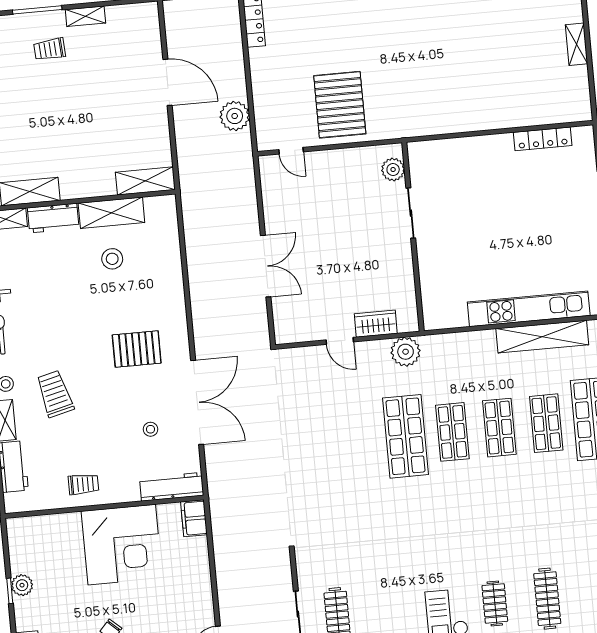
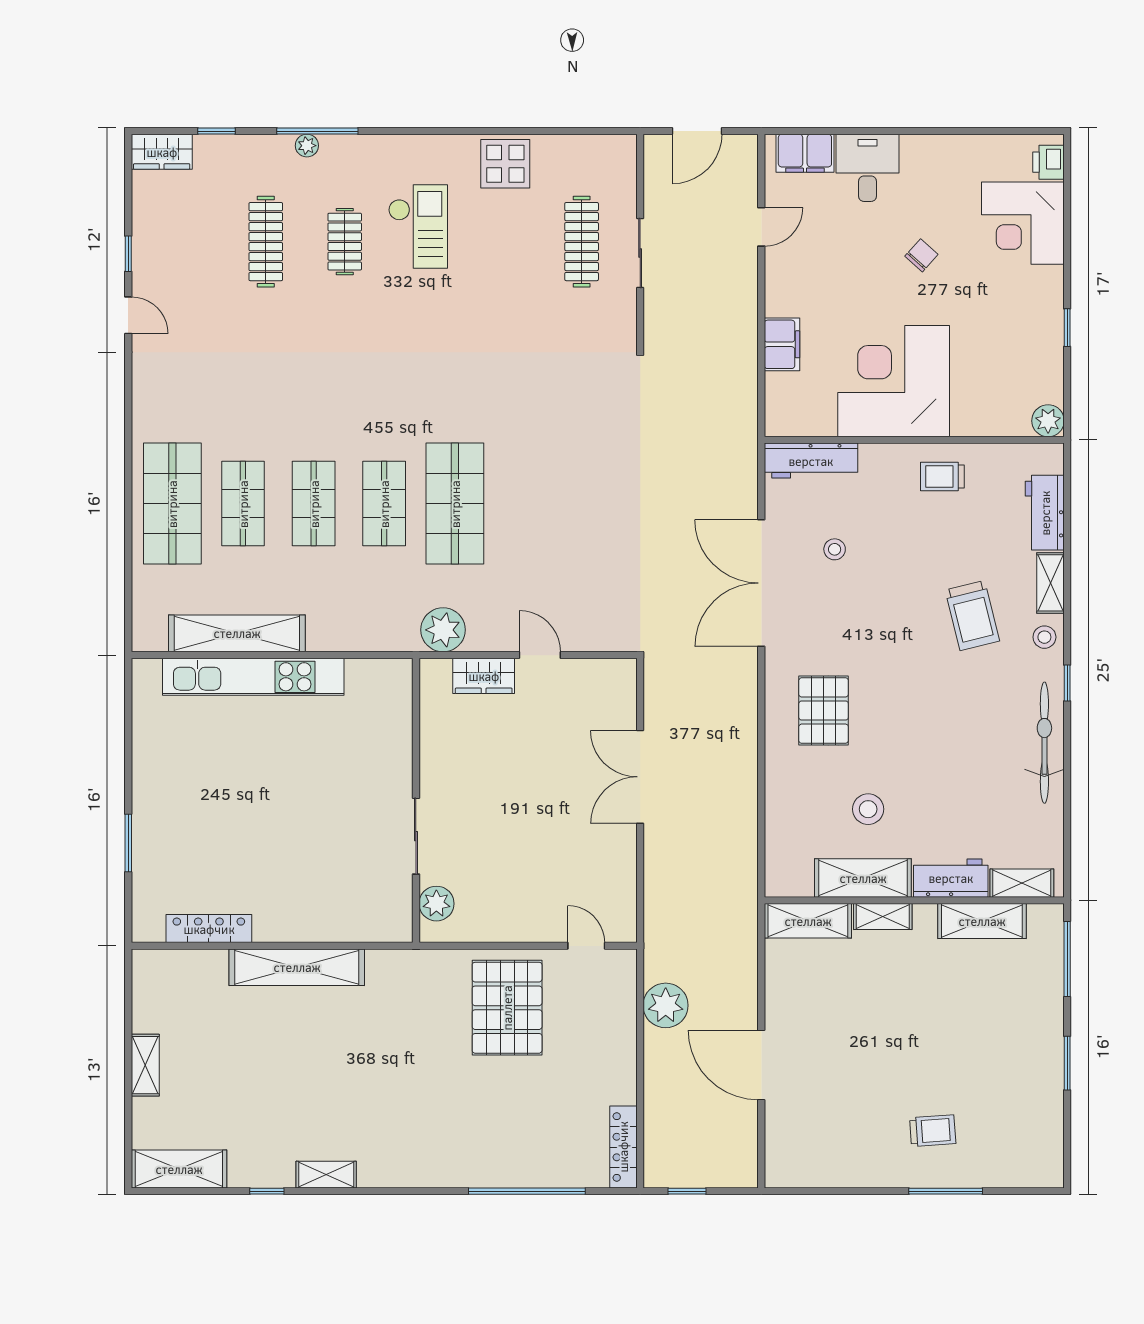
shelving: (85, 16) -> (883, 916), moved
shelving: (482, 119) -> (297, 967), added
pallet: (137, 349) -> (824, 711), moved, turned 90
filing cabinet: (194, 518) -> (782, 344), moved
plant: (22, 585) -> (1048, 421), moved

